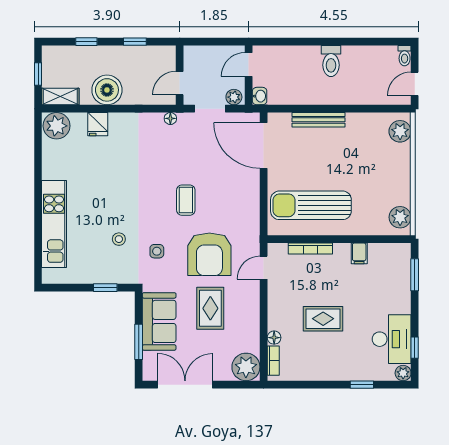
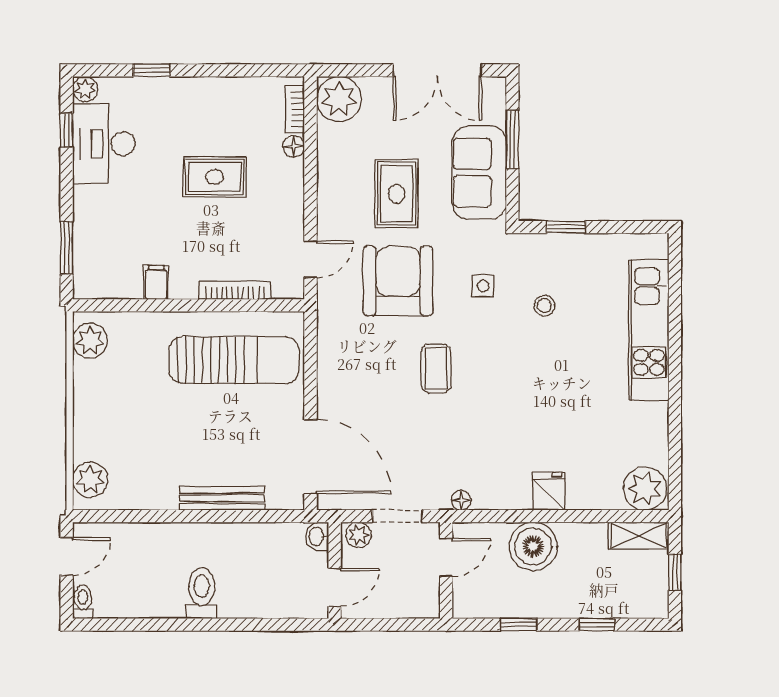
boiler: (107, 90) -> (533, 546), moved
fridge: (98, 124) -> (549, 491), moved

